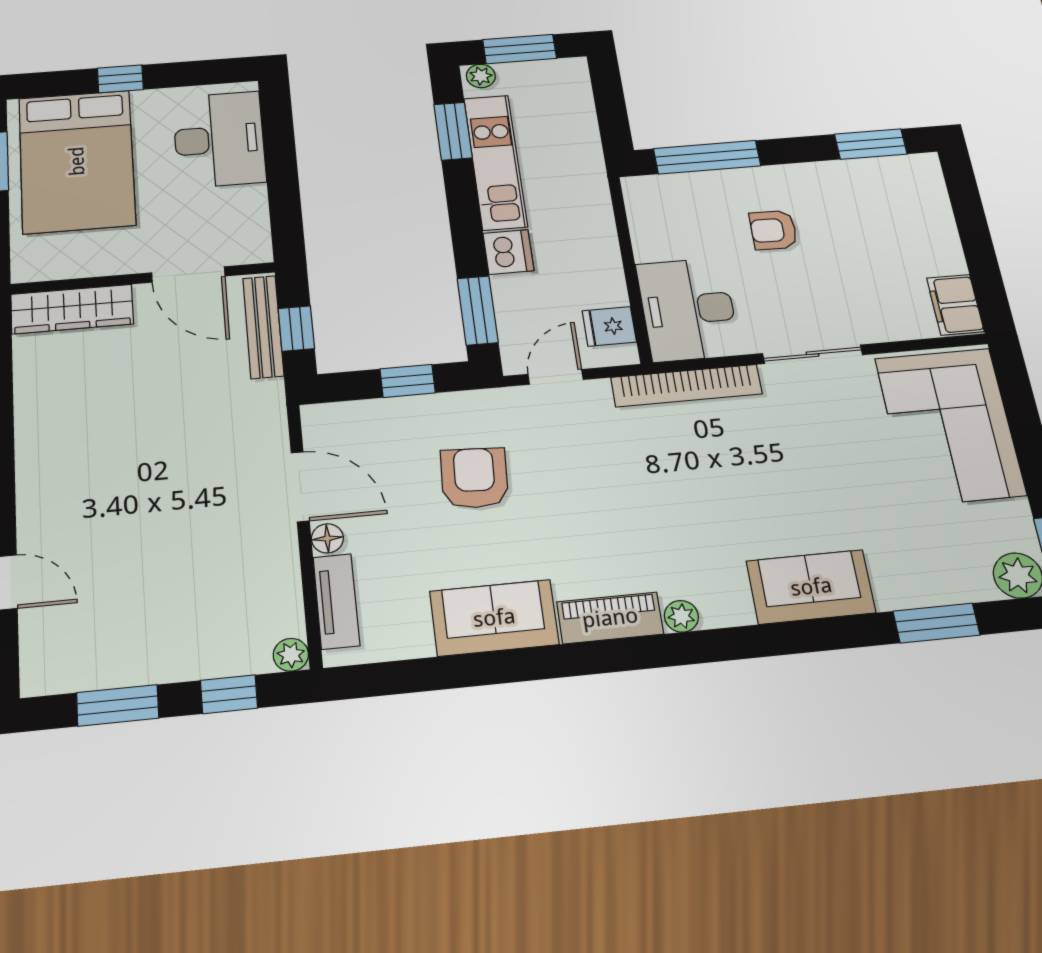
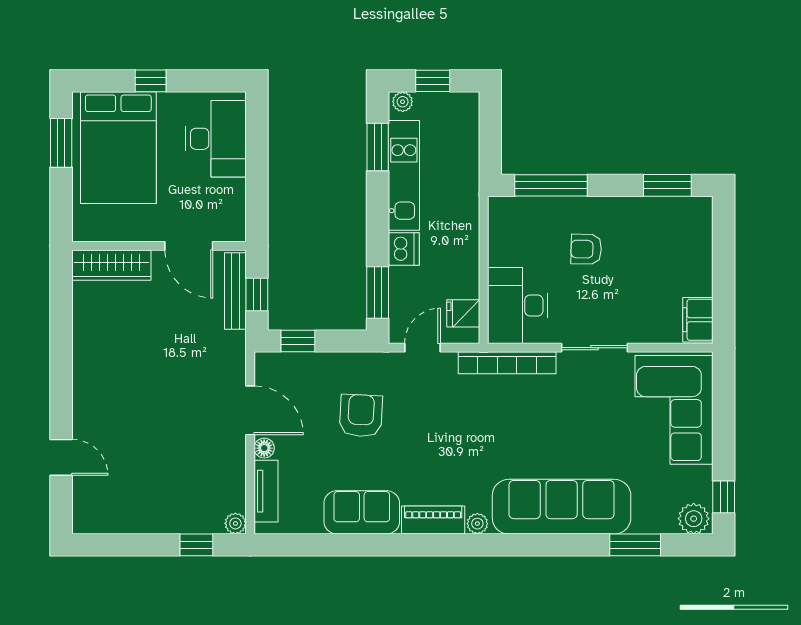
window: (520, 49) -> (433, 81), width x0.67
window: (408, 381) -> (298, 341), moved
sofa: (811, 587) -> (562, 507), width x1.85, depth x1.27
window: (118, 705) -> (130, 545), removed

